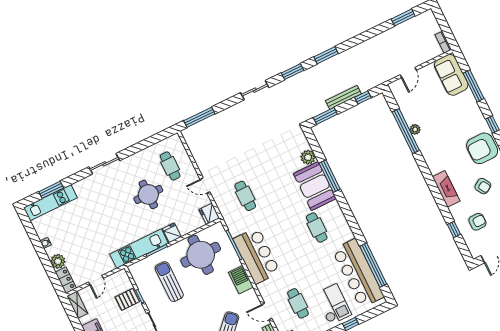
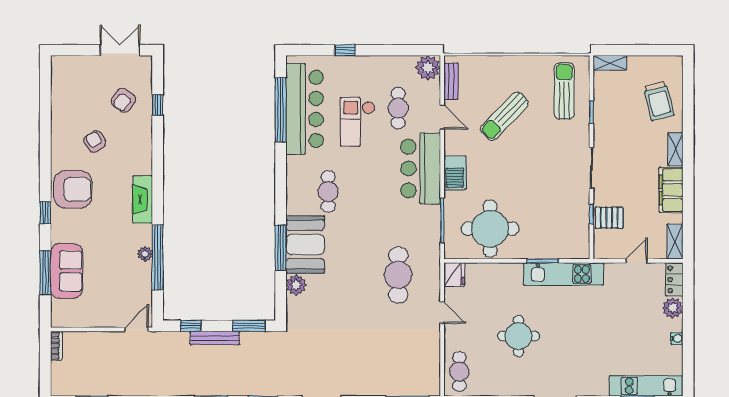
door: (408, 72) -> (137, 329), moved
sofa: (451, 75) -> (66, 271), moved
cafe table: (170, 166) -> (459, 372), moved
fireplace: (446, 189) -> (143, 199), moved
cafe table: (245, 196) -> (398, 275), width x1.37, depth x1.35
armchair: (477, 222) -> (124, 100), turned -53
fridge: (172, 233) -> (513, 274), removed
bar counter: (257, 256) -> (421, 169), moved
sun lounger: (169, 282) -> (546, 214), removed
checkout: (333, 304) -> (357, 122), moved

